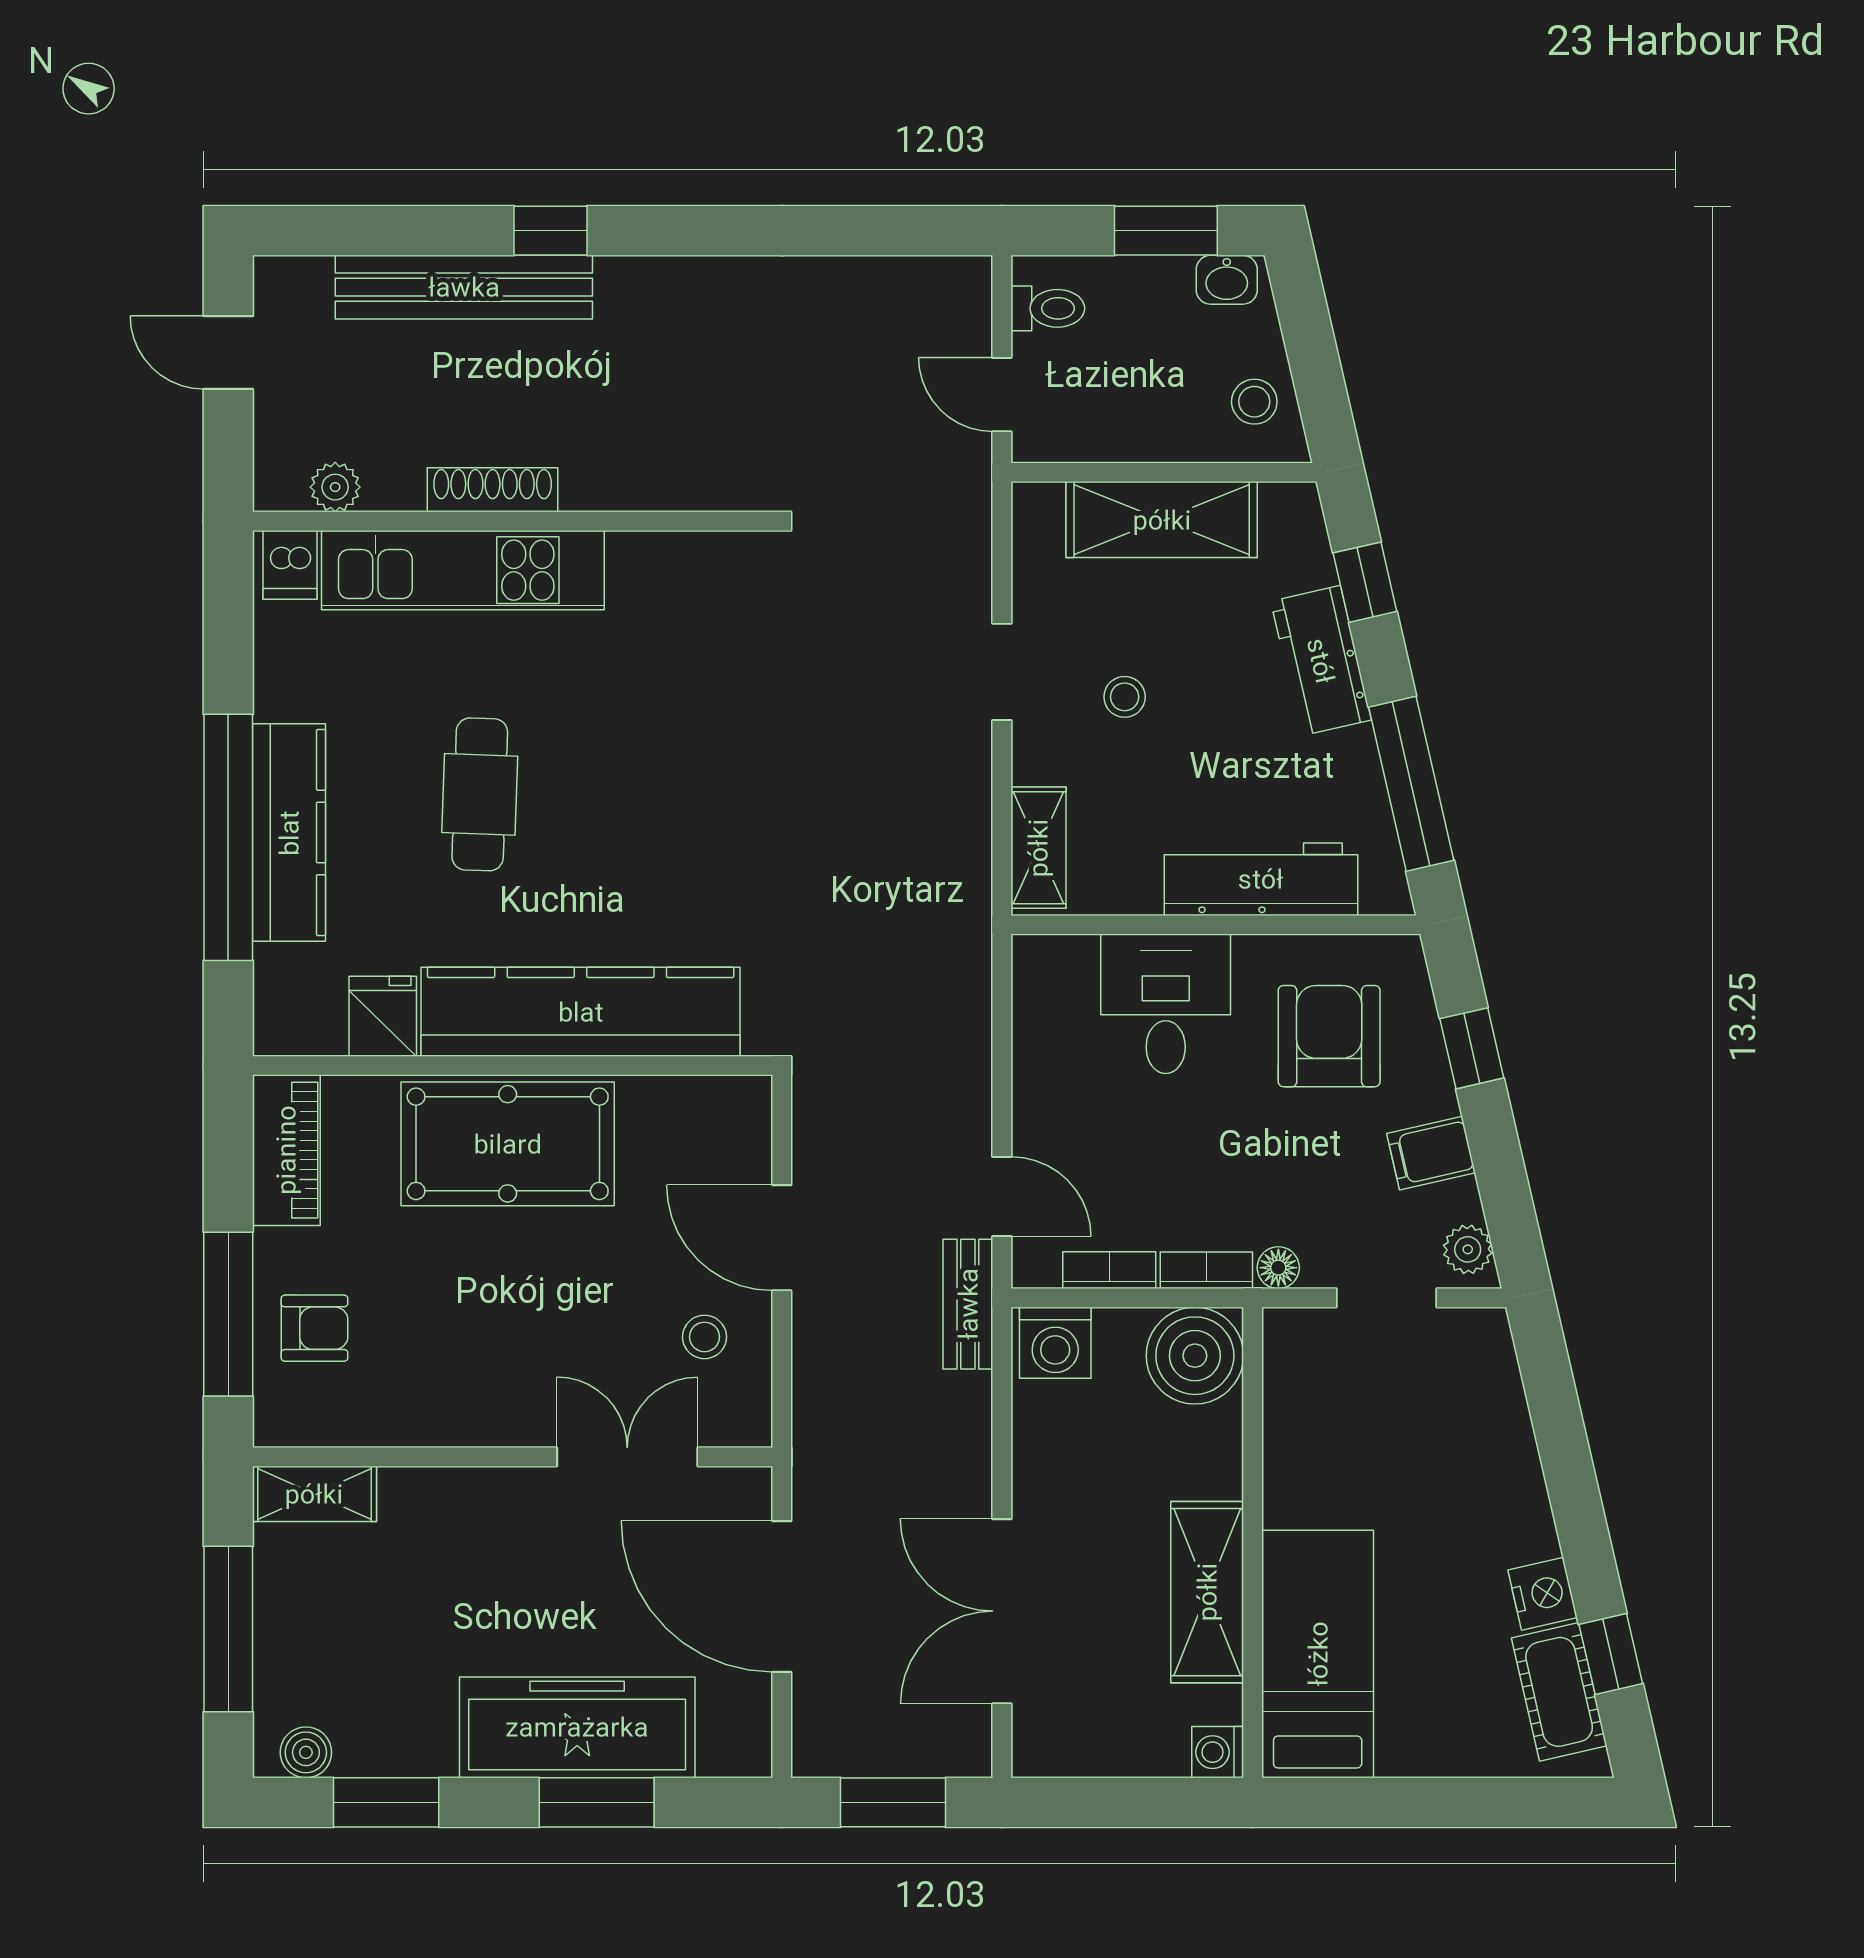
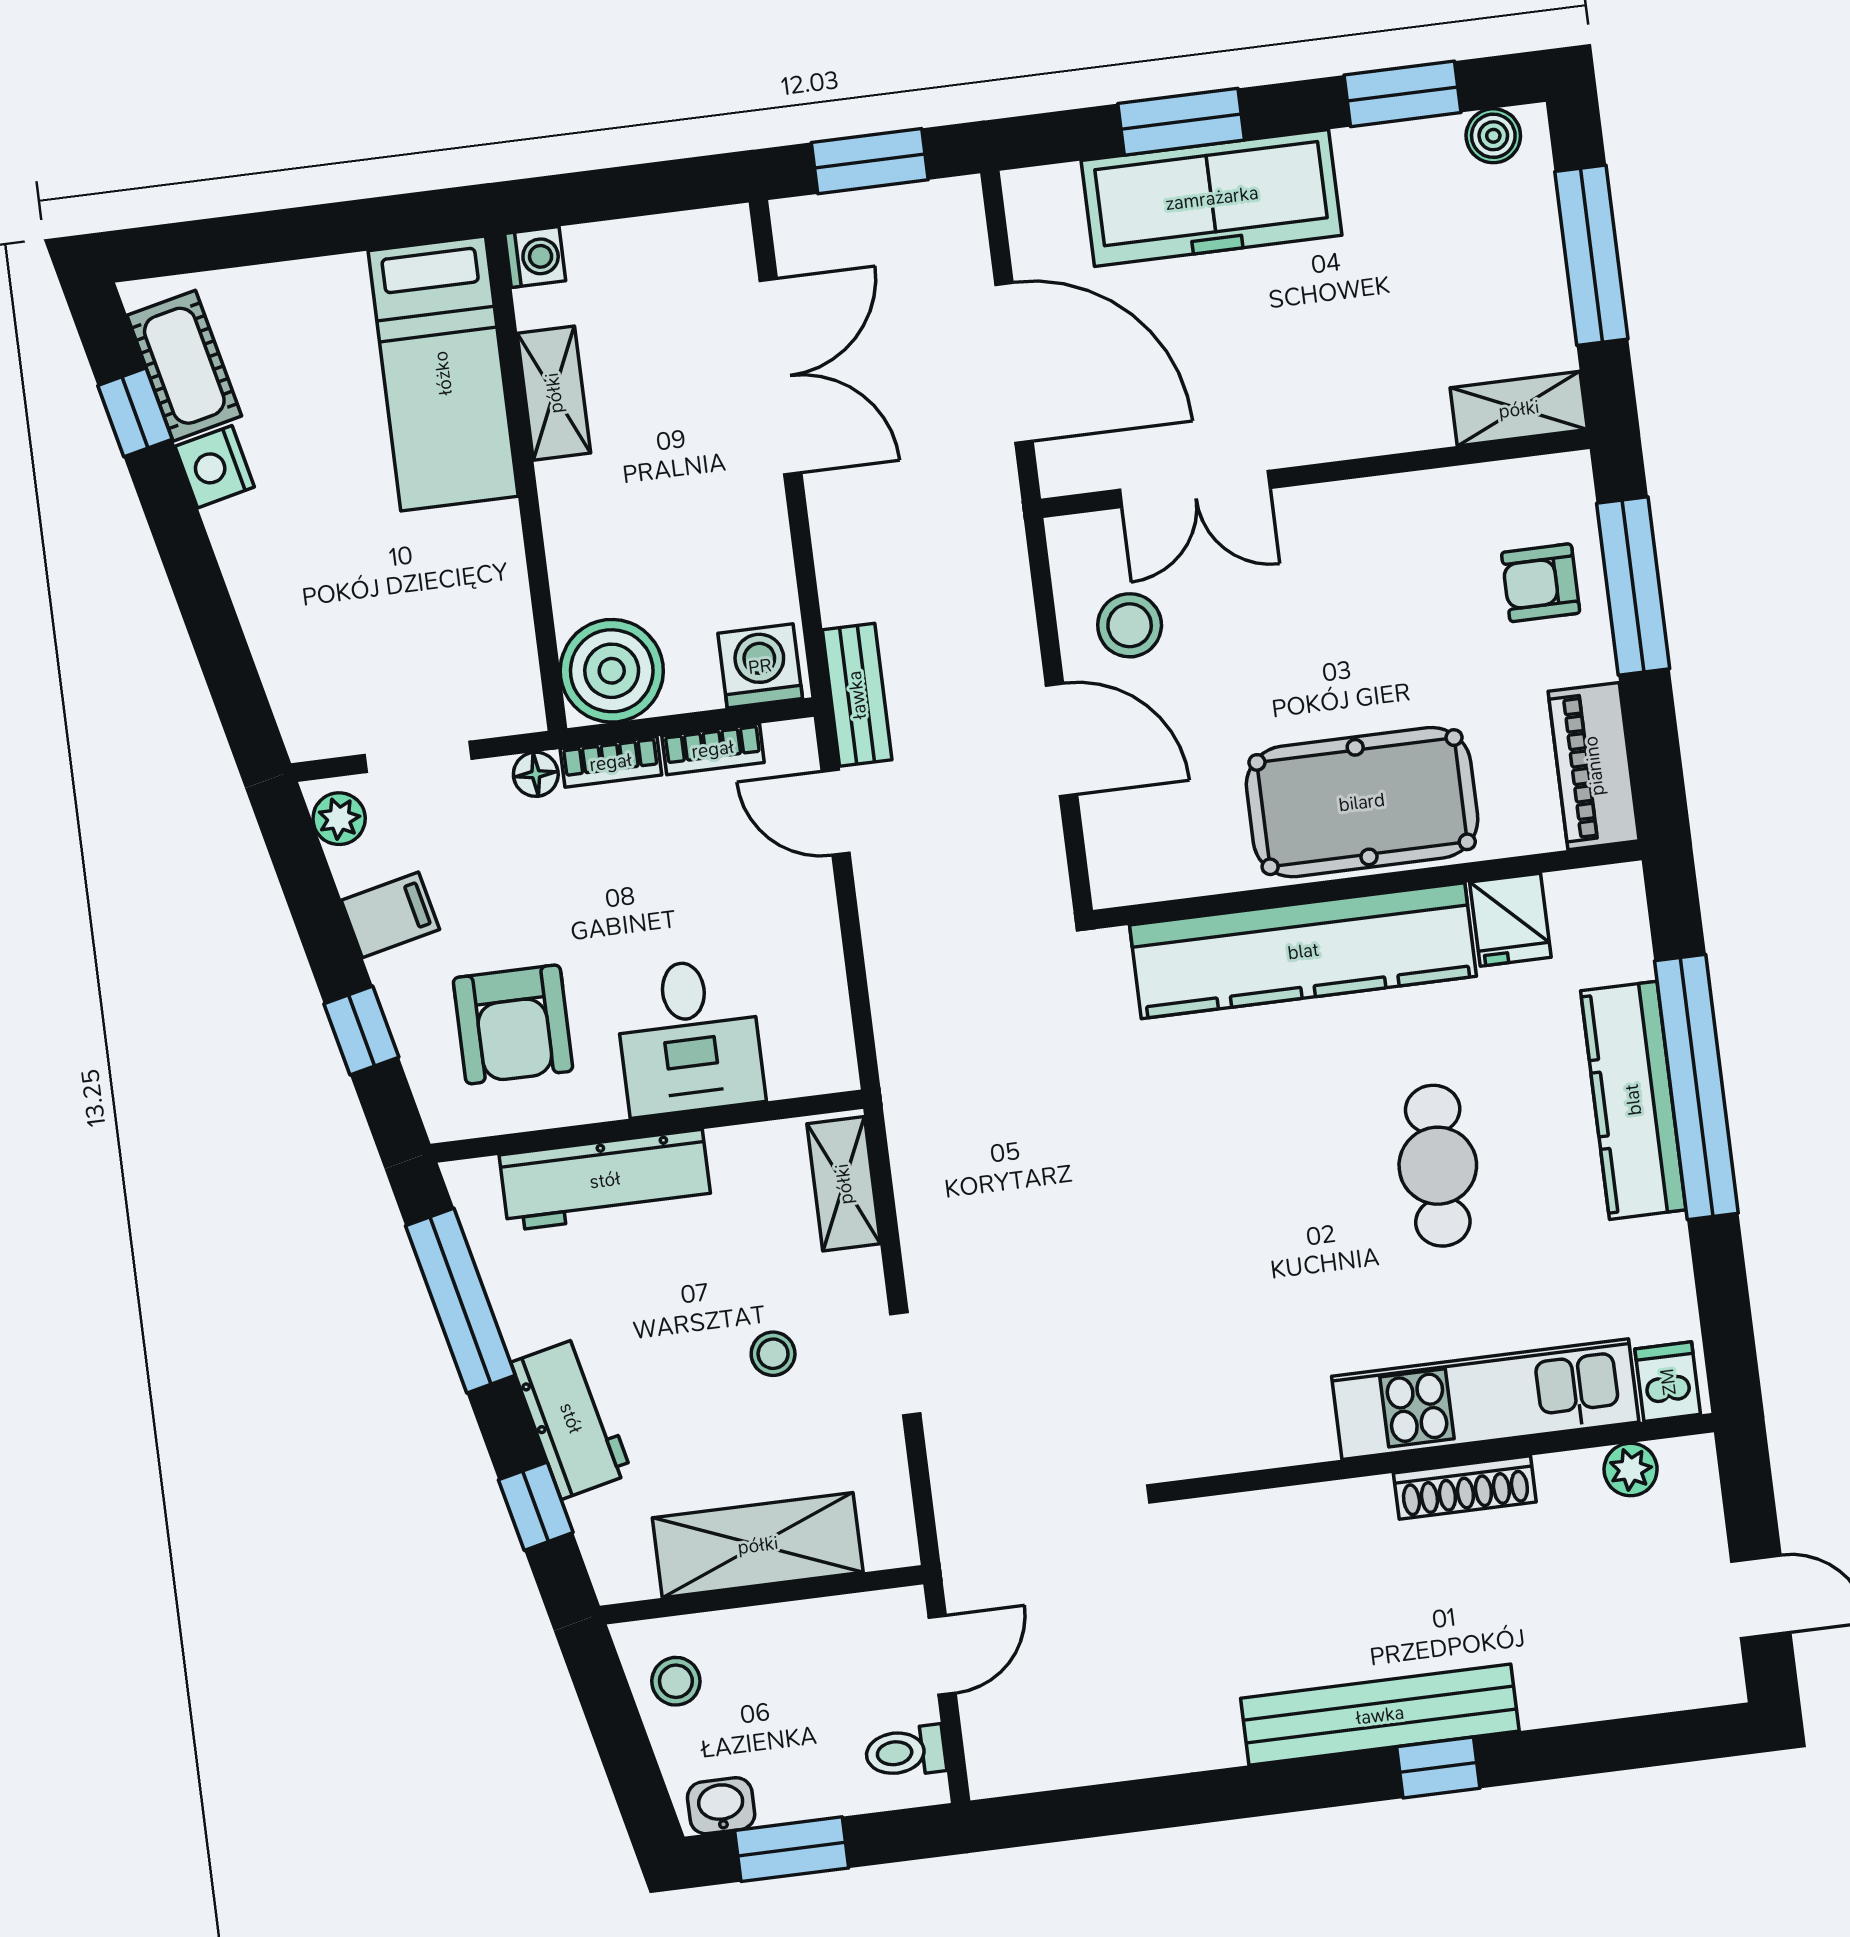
bench: (464, 287) -> (1380, 1715), moved
door: (1002, 395) -> (942, 1655), hinge flipped
stool: (705, 1337) -> (1130, 625), width x1.37, depth x1.37
shelving: (1207, 1592) -> (554, 393), width x0.67, depth x0.75

